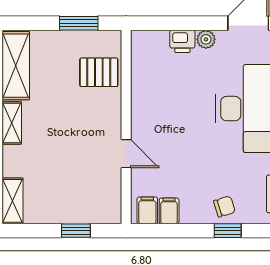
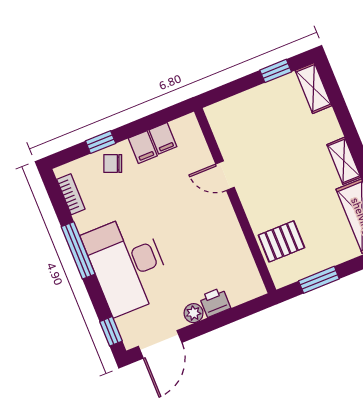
chair: (224, 206) -> (113, 164), turned 39
filing cabinet: (147, 210) -> (143, 147), moved
window: (76, 231) -> (276, 71), moved

